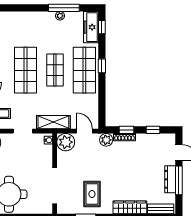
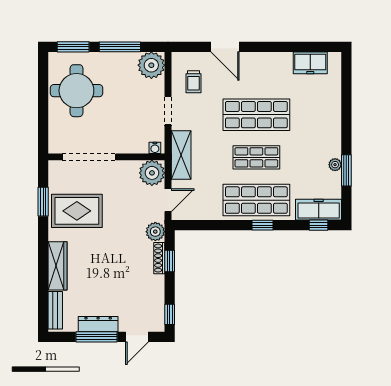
window: (64, 8) -> (346, 170), width x0.69
window: (153, 130) -> (170, 314), moved
rug: (92, 194) -> (77, 211), width x1.36, depth x1.43

